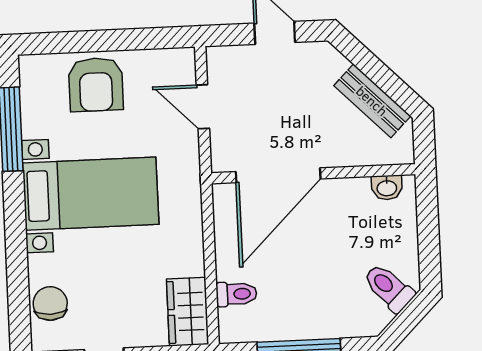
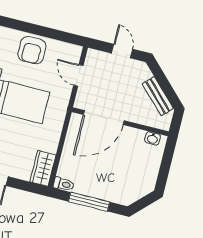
toilet: (389, 288) -> (139, 185), removed
toilet: (236, 294) -> (64, 184), moved

